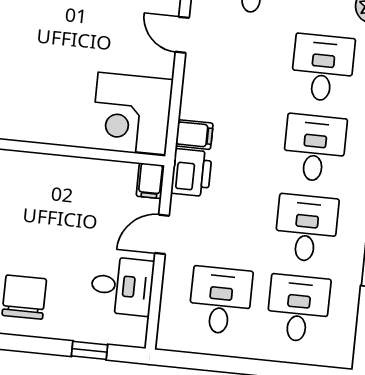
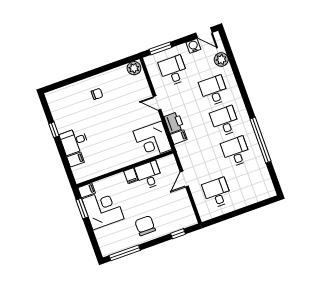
printer: (191, 173) -> (174, 123), moved
filing cabinet: (150, 181) -> (131, 176), moved
desk: (122, 286) -> (149, 175), moved, turned -90
desk: (298, 308) -> (247, 182), removed

